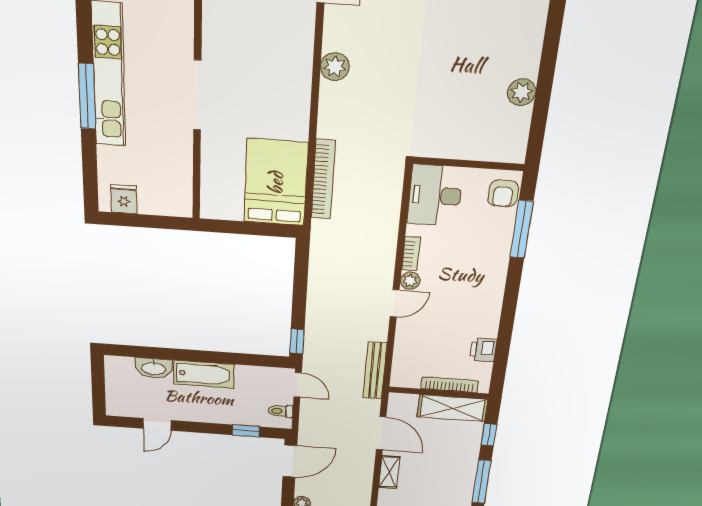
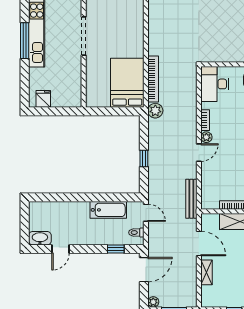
plant: (335, 67) -> (155, 111), moved
window: (297, 341) -> (144, 159), moved
washbasin: (154, 368) -> (40, 238), moved, turned 180
bathtub: (204, 374) -> (108, 210), moved

